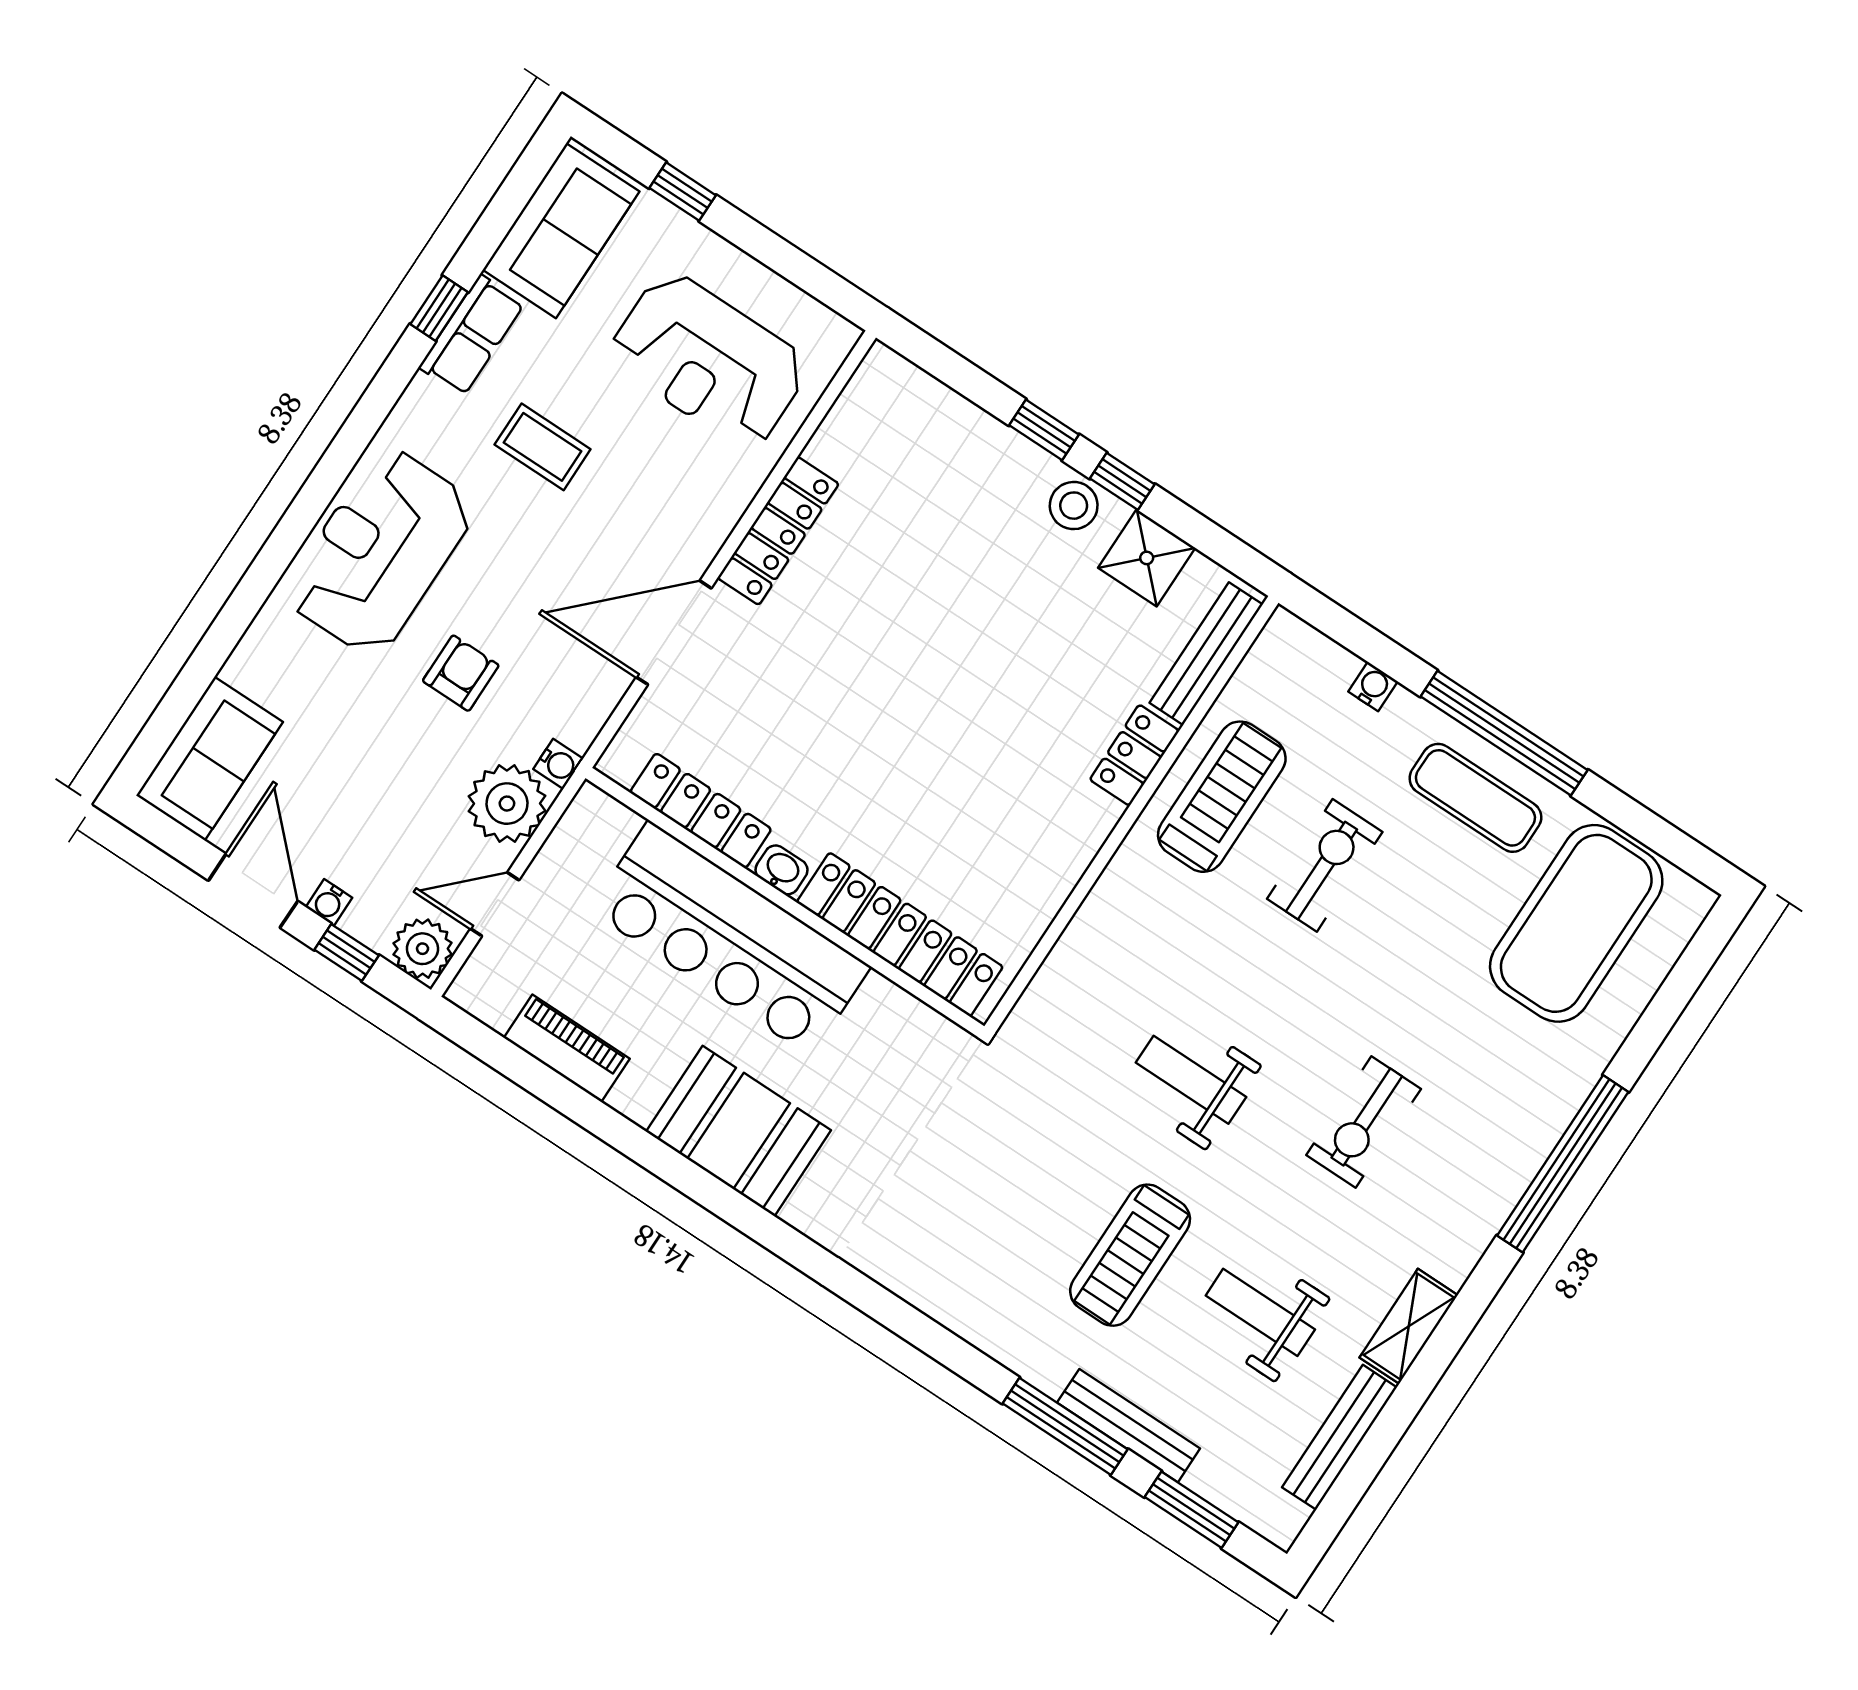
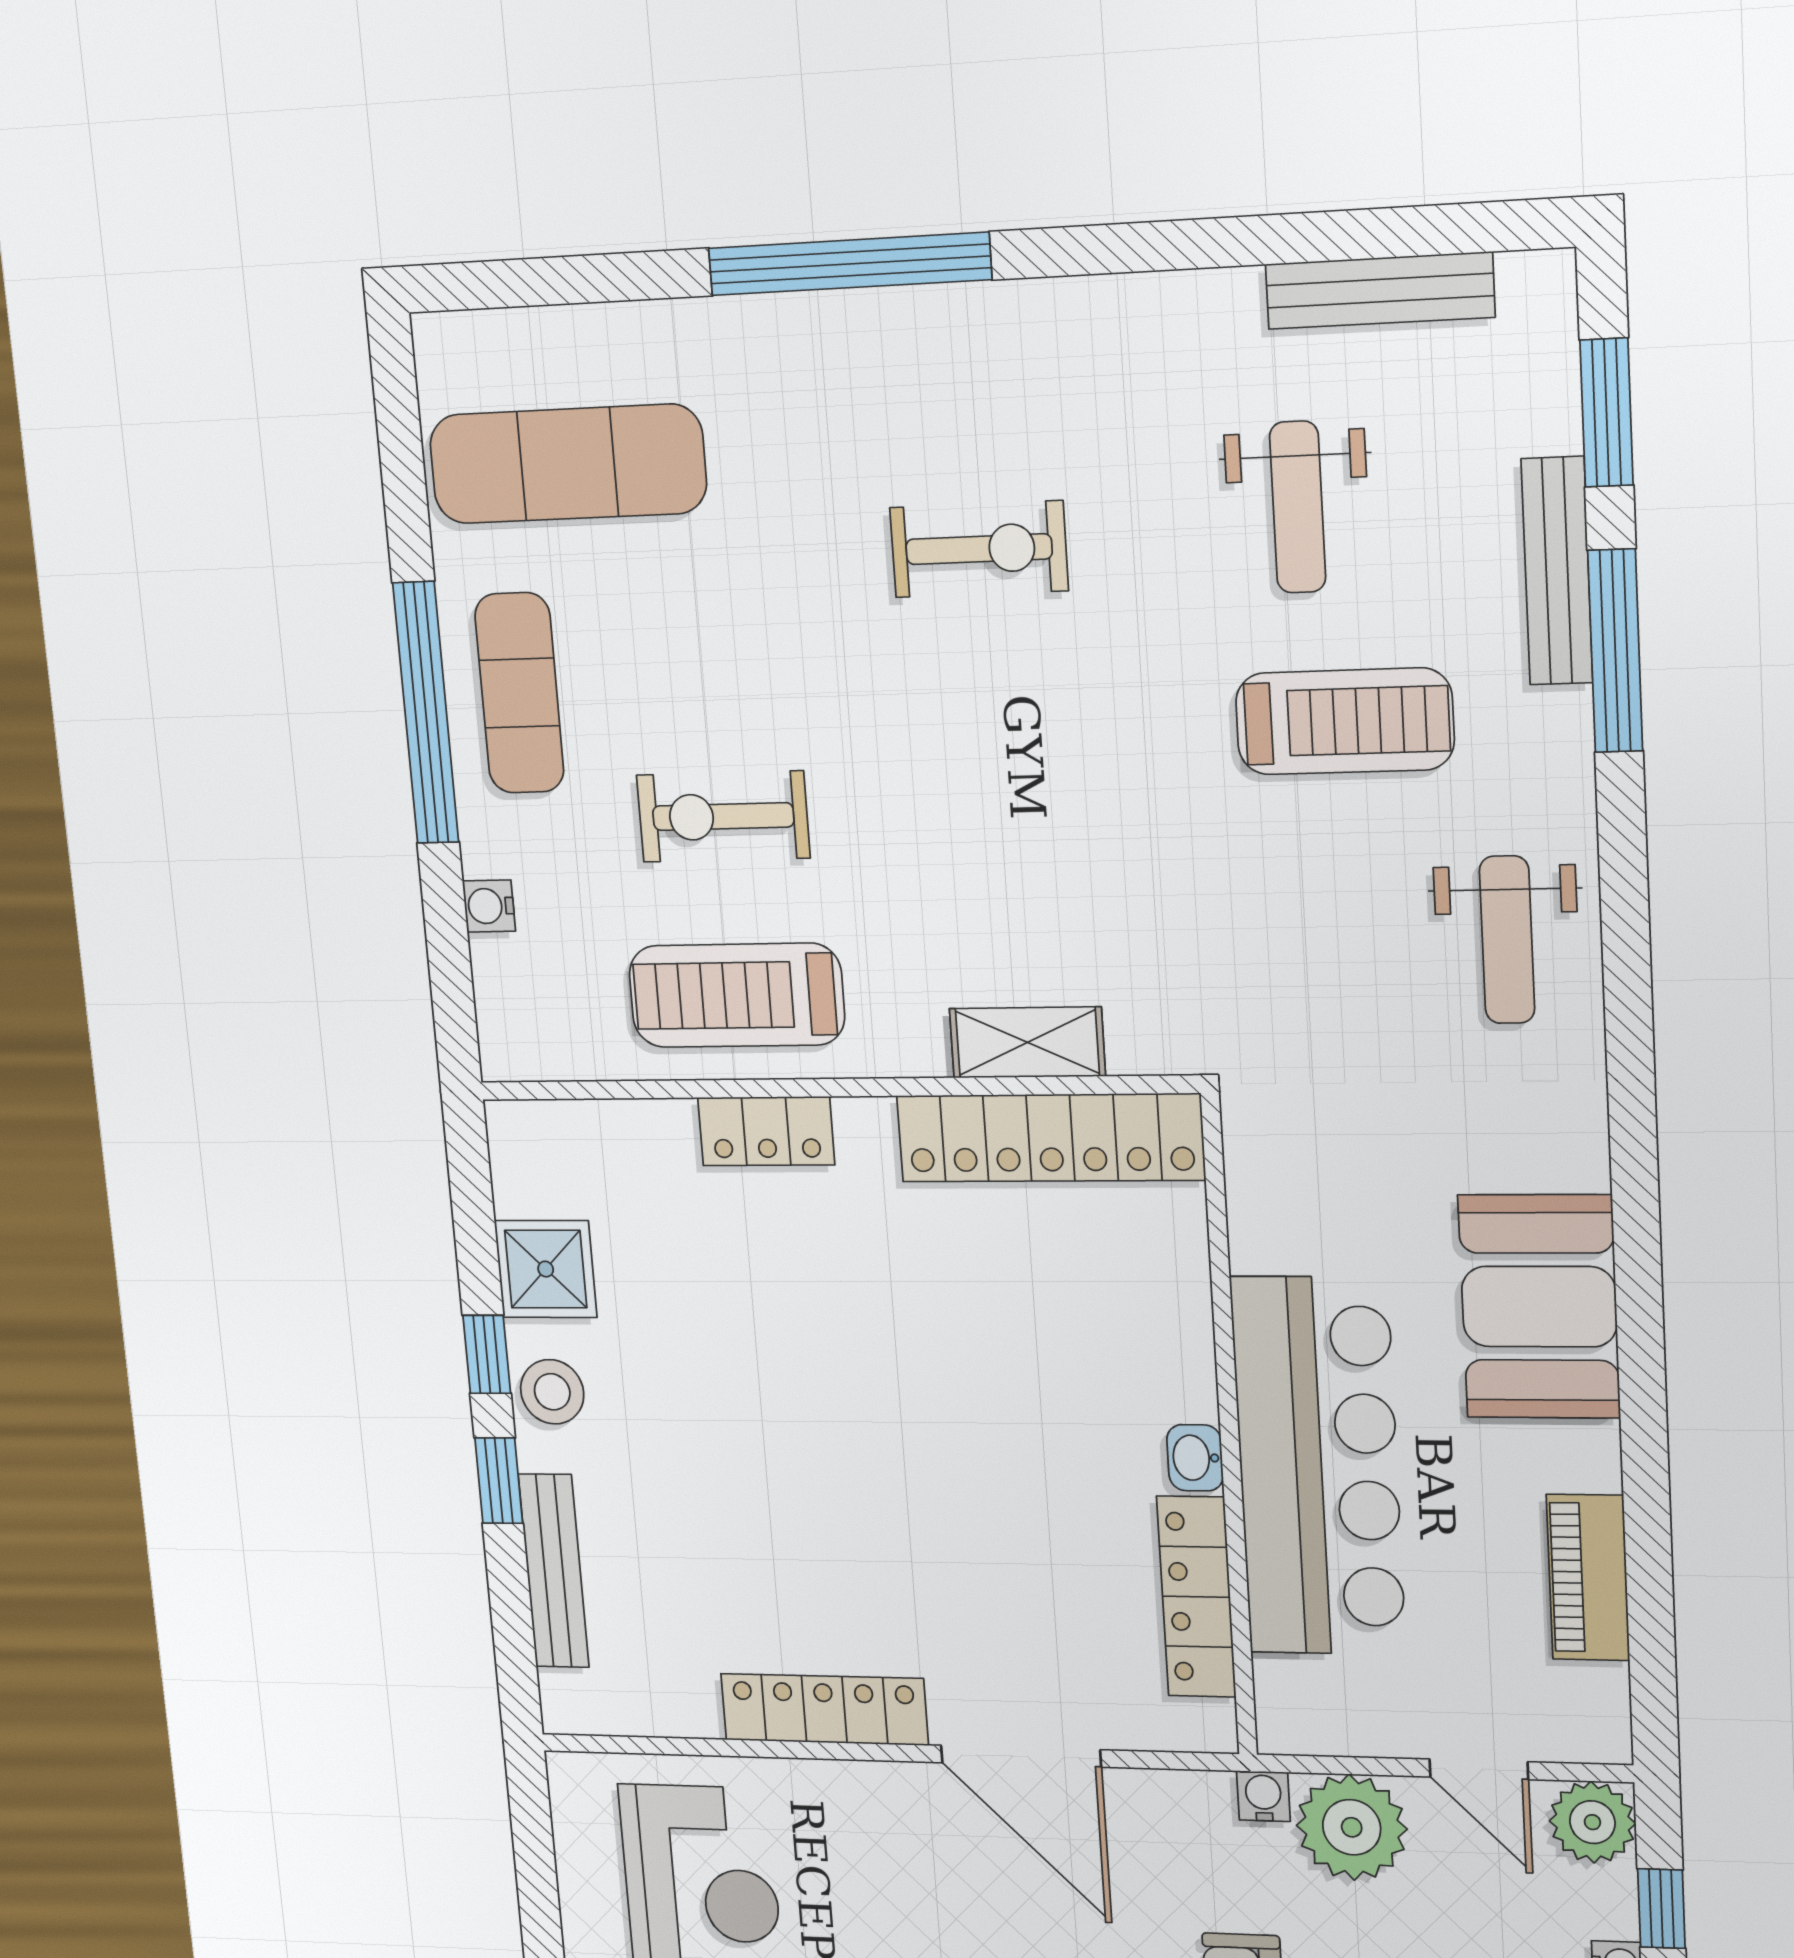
bench: (1206, 654) -> (554, 1571), moved, turned 90
exercise mat: (1576, 923) -> (568, 464), width x0.68
locker: (900, 935) -> (1050, 1138), moved, turned -90
weight bench: (1191, 1080) -> (1507, 940), moved
shelving: (1409, 1326) -> (1027, 1042), moved

